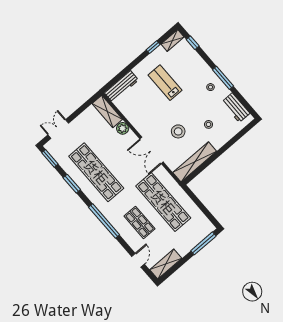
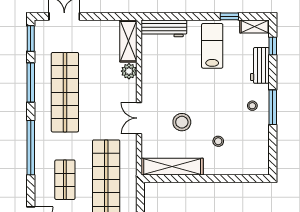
lab bench: (165, 83) -> (212, 46), moved
workbench: (236, 108) -> (260, 65), moved
double door: (152, 150) -> (139, 118), width x0.73
window: (72, 184) -> (31, 83), width x1.44

